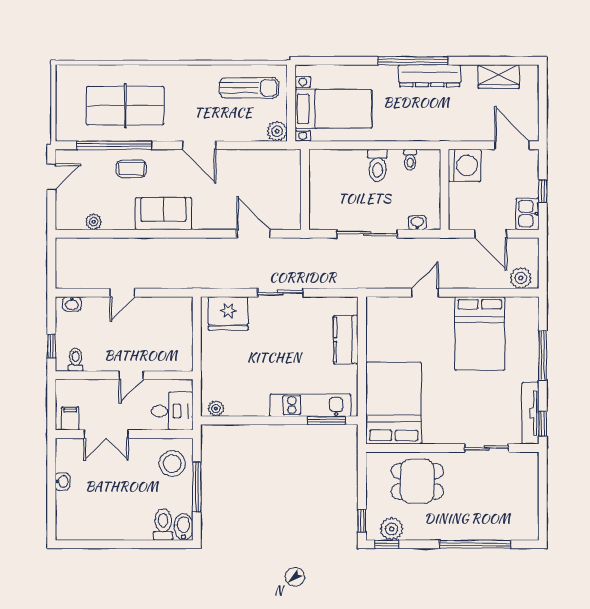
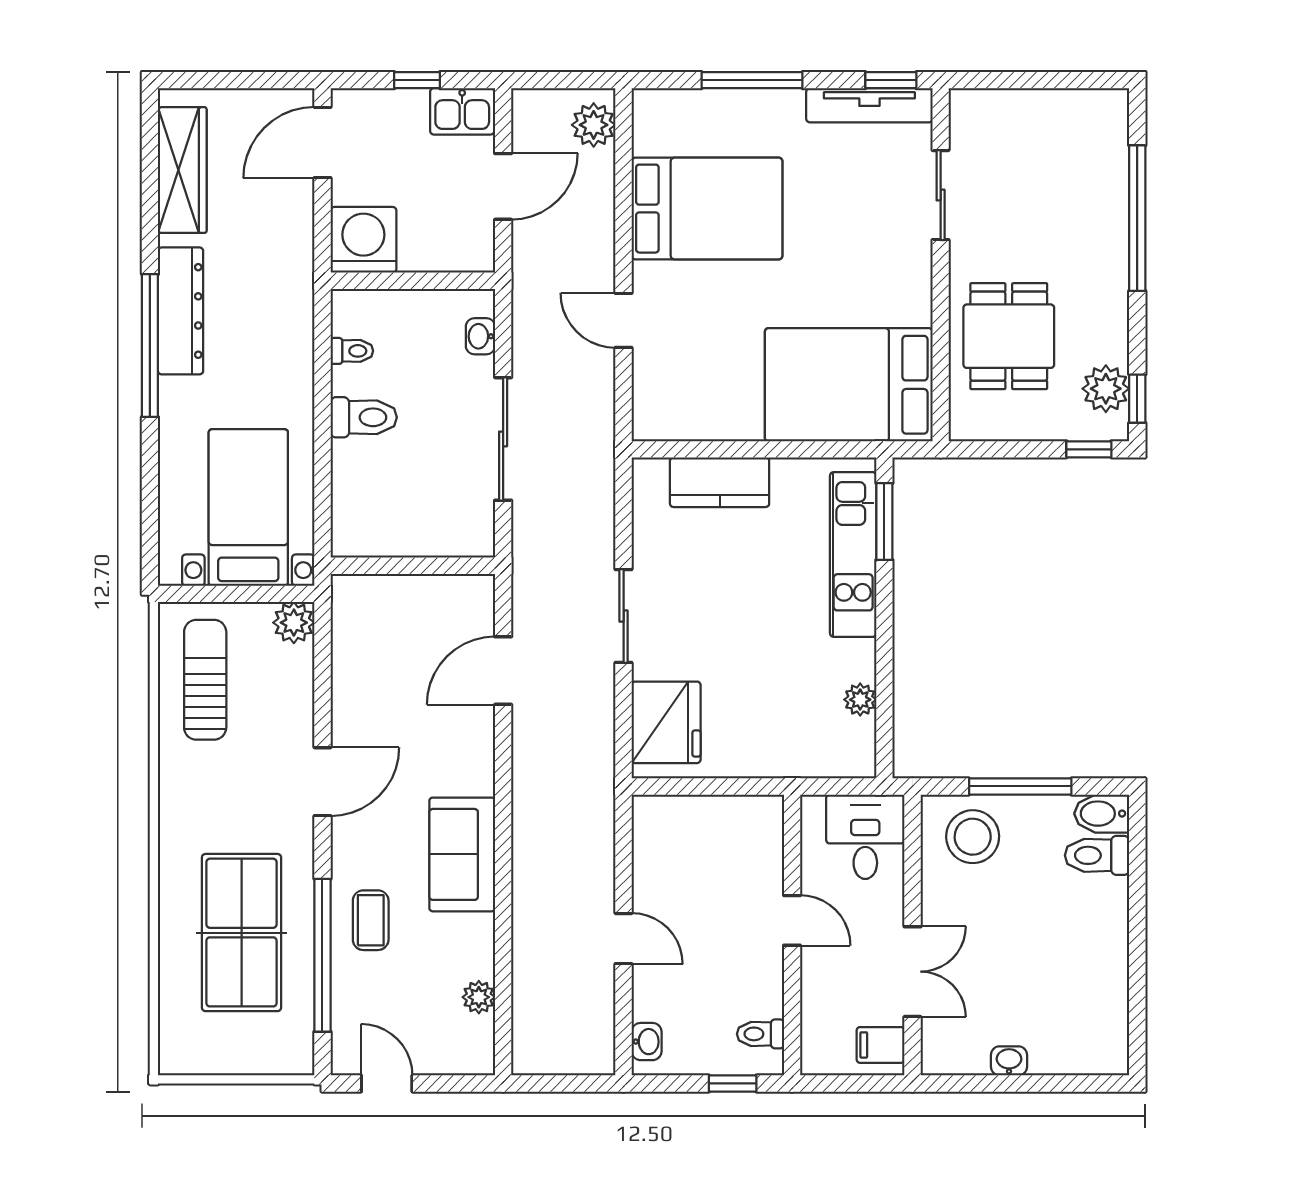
wardrobe: (499, 77) -> (182, 170), width x1.50
plant: (216, 409) -> (860, 700), moved

